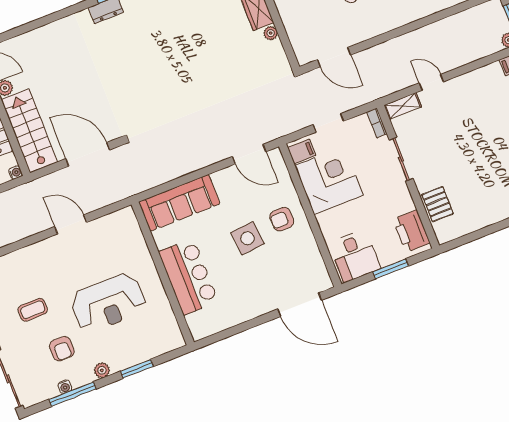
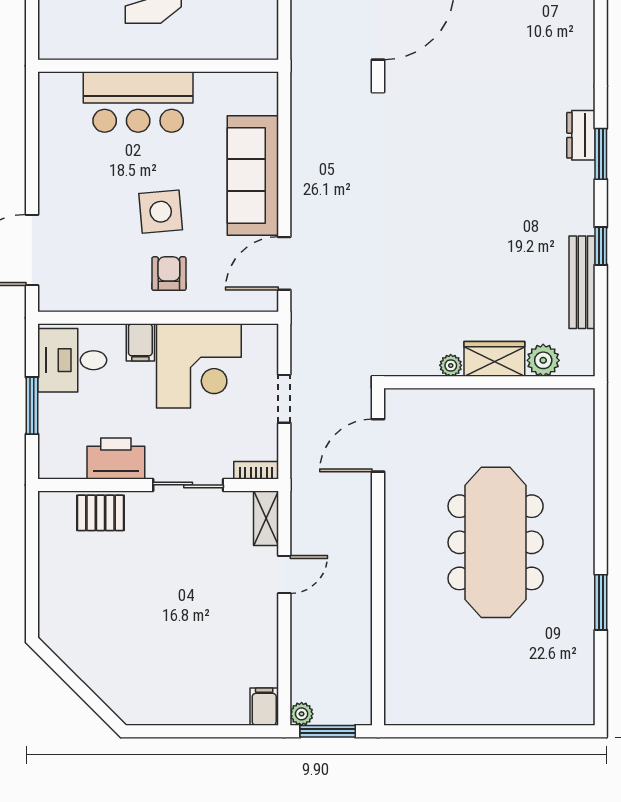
filing cabinet: (302, 151) -> (140, 342), moved
sofa: (179, 203) -> (253, 175), moved
printer: (411, 231) -> (116, 458), moved

